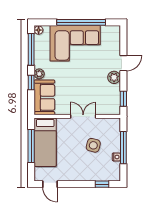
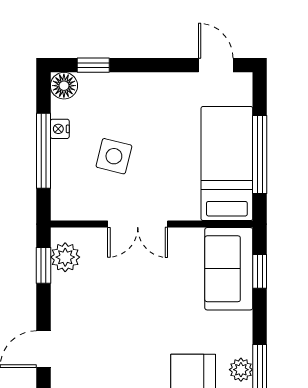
plant: (39, 74) -> (241, 370), moved
plant: (114, 77) -> (65, 257), moved
window: (31, 82) -> (260, 271), moved
floor lamp: (115, 175) -> (64, 86), added

